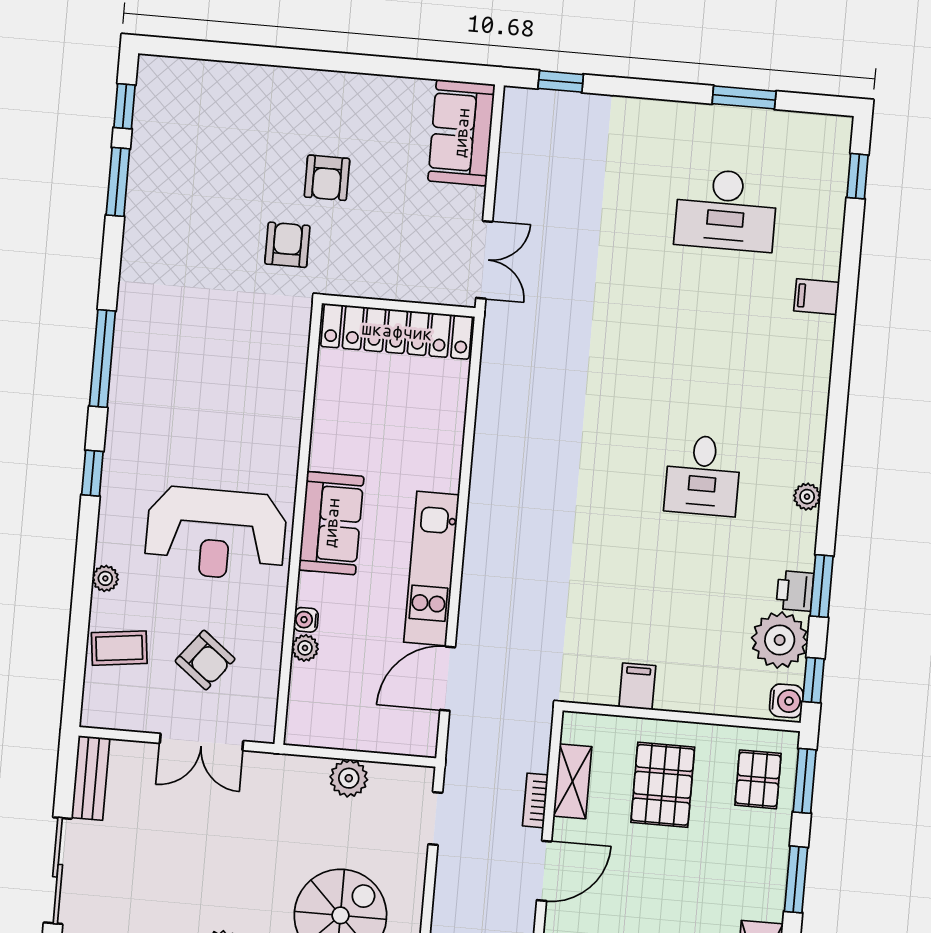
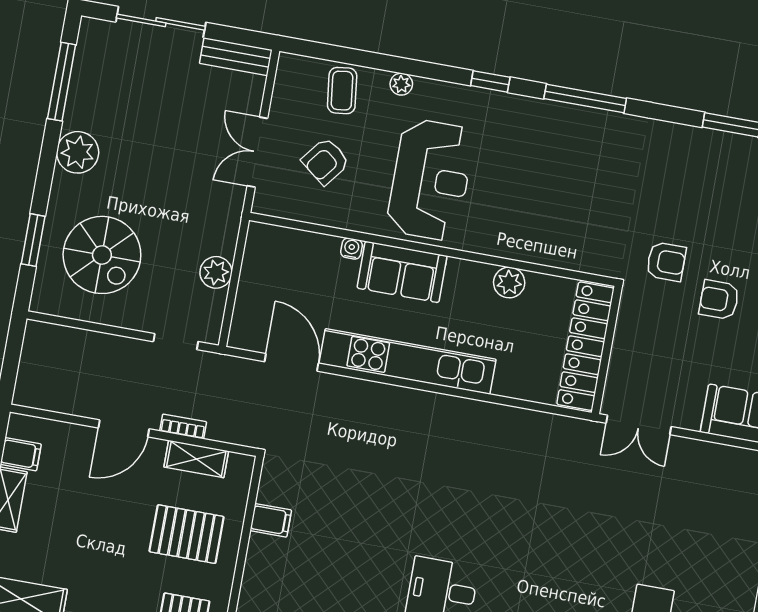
sofa: (331, 523) -> (402, 272), moved
reception desk: (216, 533) -> (430, 180), turned 180
kitchen unit: (431, 569) -> (408, 361), width x1.36
plant: (305, 648) -> (509, 283), moved, width x1.38, depth x1.38
door: (544, 871) -> (124, 428), hinge flipped

